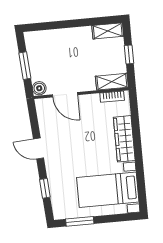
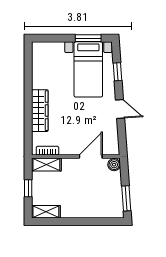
window: (25, 66) -> (126, 198), moved
door: (65, 95) -> (91, 156), hinge flipped
bed with nightstands: (108, 190) -> (88, 69), moved, turned 90

